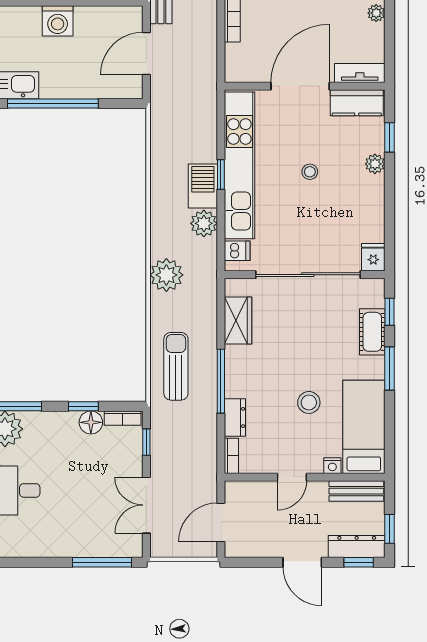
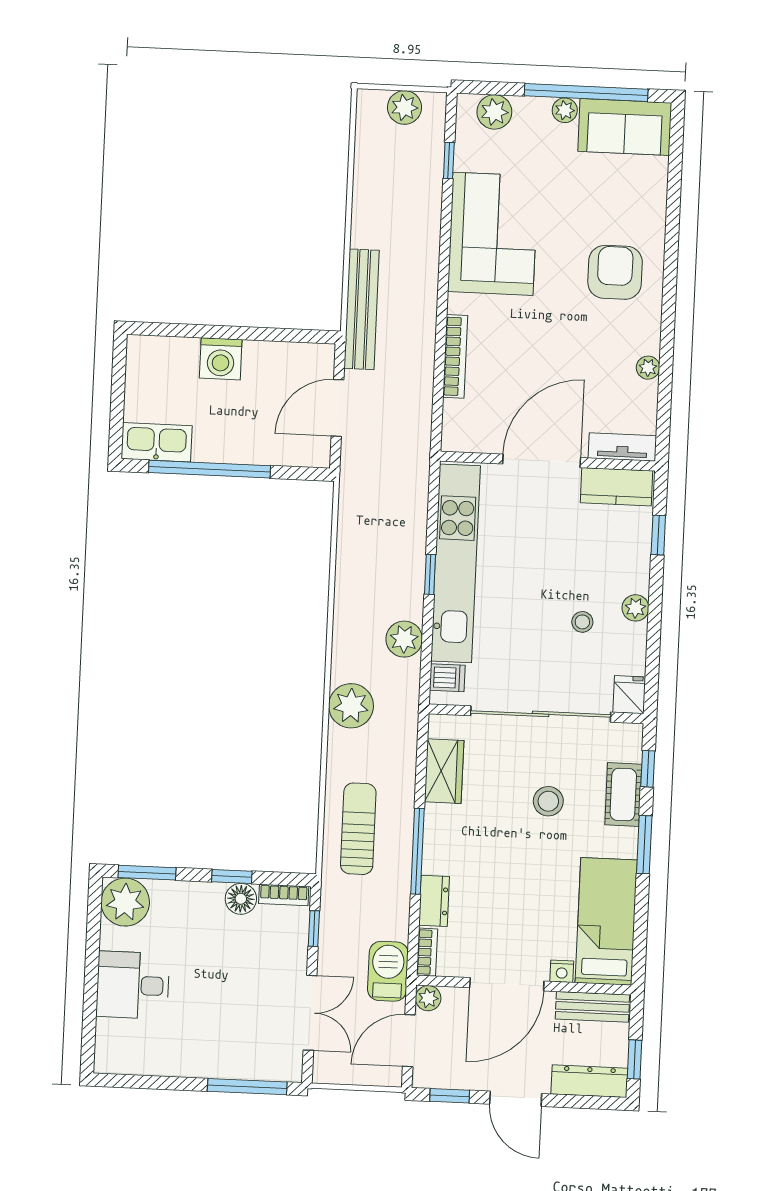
plant: (375, 164) -> (635, 608), moved
stool: (310, 172) -> (582, 622), moved
barbecue: (203, 186) -> (388, 971), moved
stool: (309, 402) -> (548, 801), moved
door: (292, 477) -> (507, 984), width x1.88
plant: (234, 490) -> (428, 998), added
double door: (146, 505) -> (310, 1013), swing flipped
window: (359, 562) -> (450, 1096), moved

